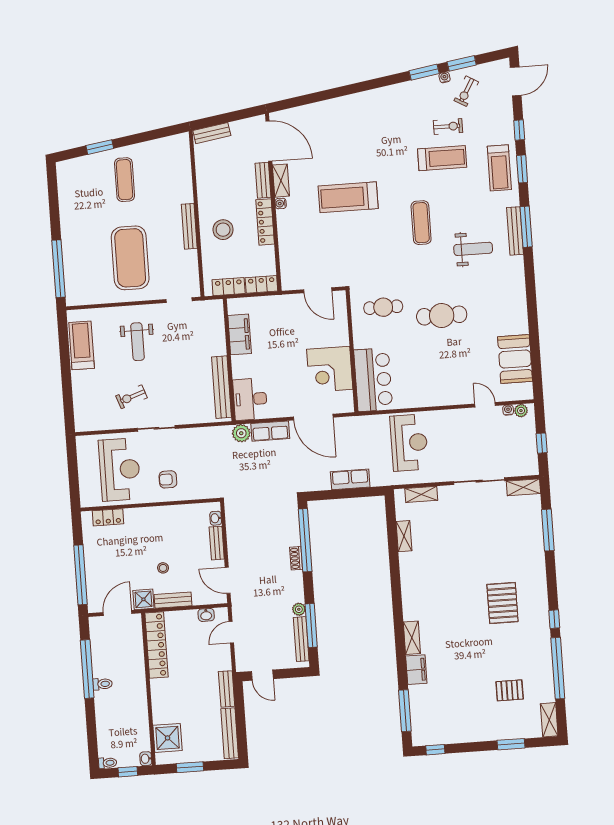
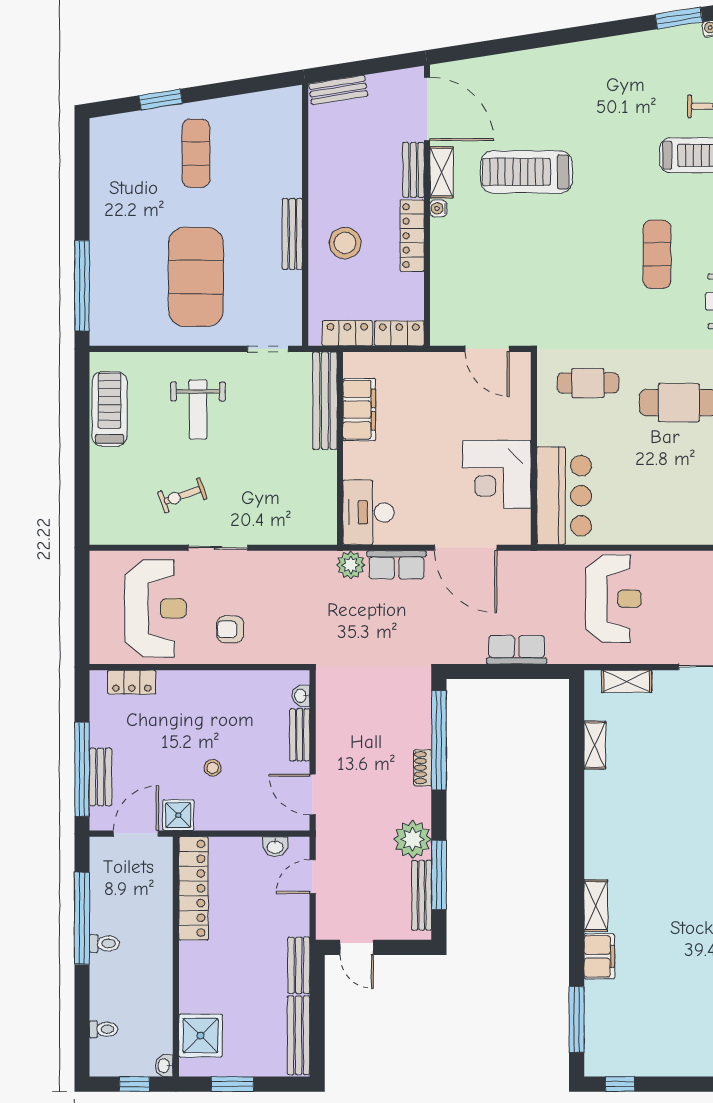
treadmill: (348, 197) -> (526, 172), moved
bench: (222, 387) -> (325, 401), moved
bench: (173, 600) -> (101, 777), moved, turned 90
plant: (299, 609) -> (413, 839), width x1.87, depth x1.87
toilet: (108, 763) -> (103, 1029), moved

